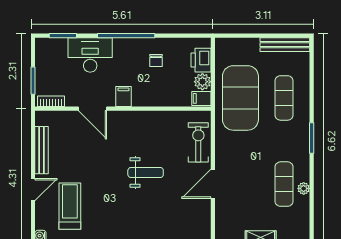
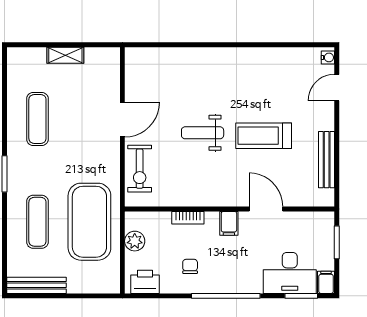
desk: (90, 55) -> (290, 273), moved
printer: (201, 60) -> (145, 282), moved, turned -90
filing cabinet: (201, 98) -> (326, 282), moved, turned -90
bookcase: (51, 101) -> (188, 218), moved
plant: (304, 188) -> (14, 114), removed
door: (33, 190) -> (337, 88), moved
treadmill: (70, 206) -> (264, 136), moved, turned 90

